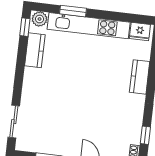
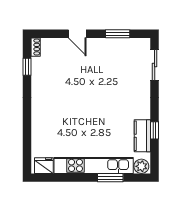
window: (25, 27) -> (155, 130), moved
kitchen counter: (140, 77) -> (39, 122), removed

